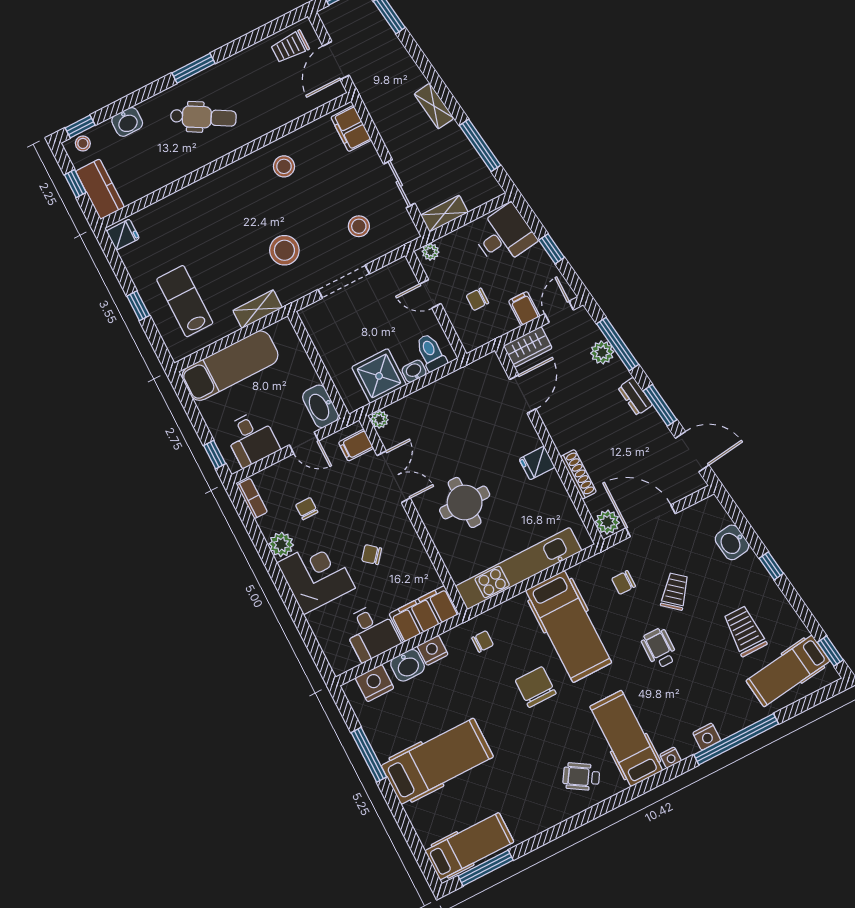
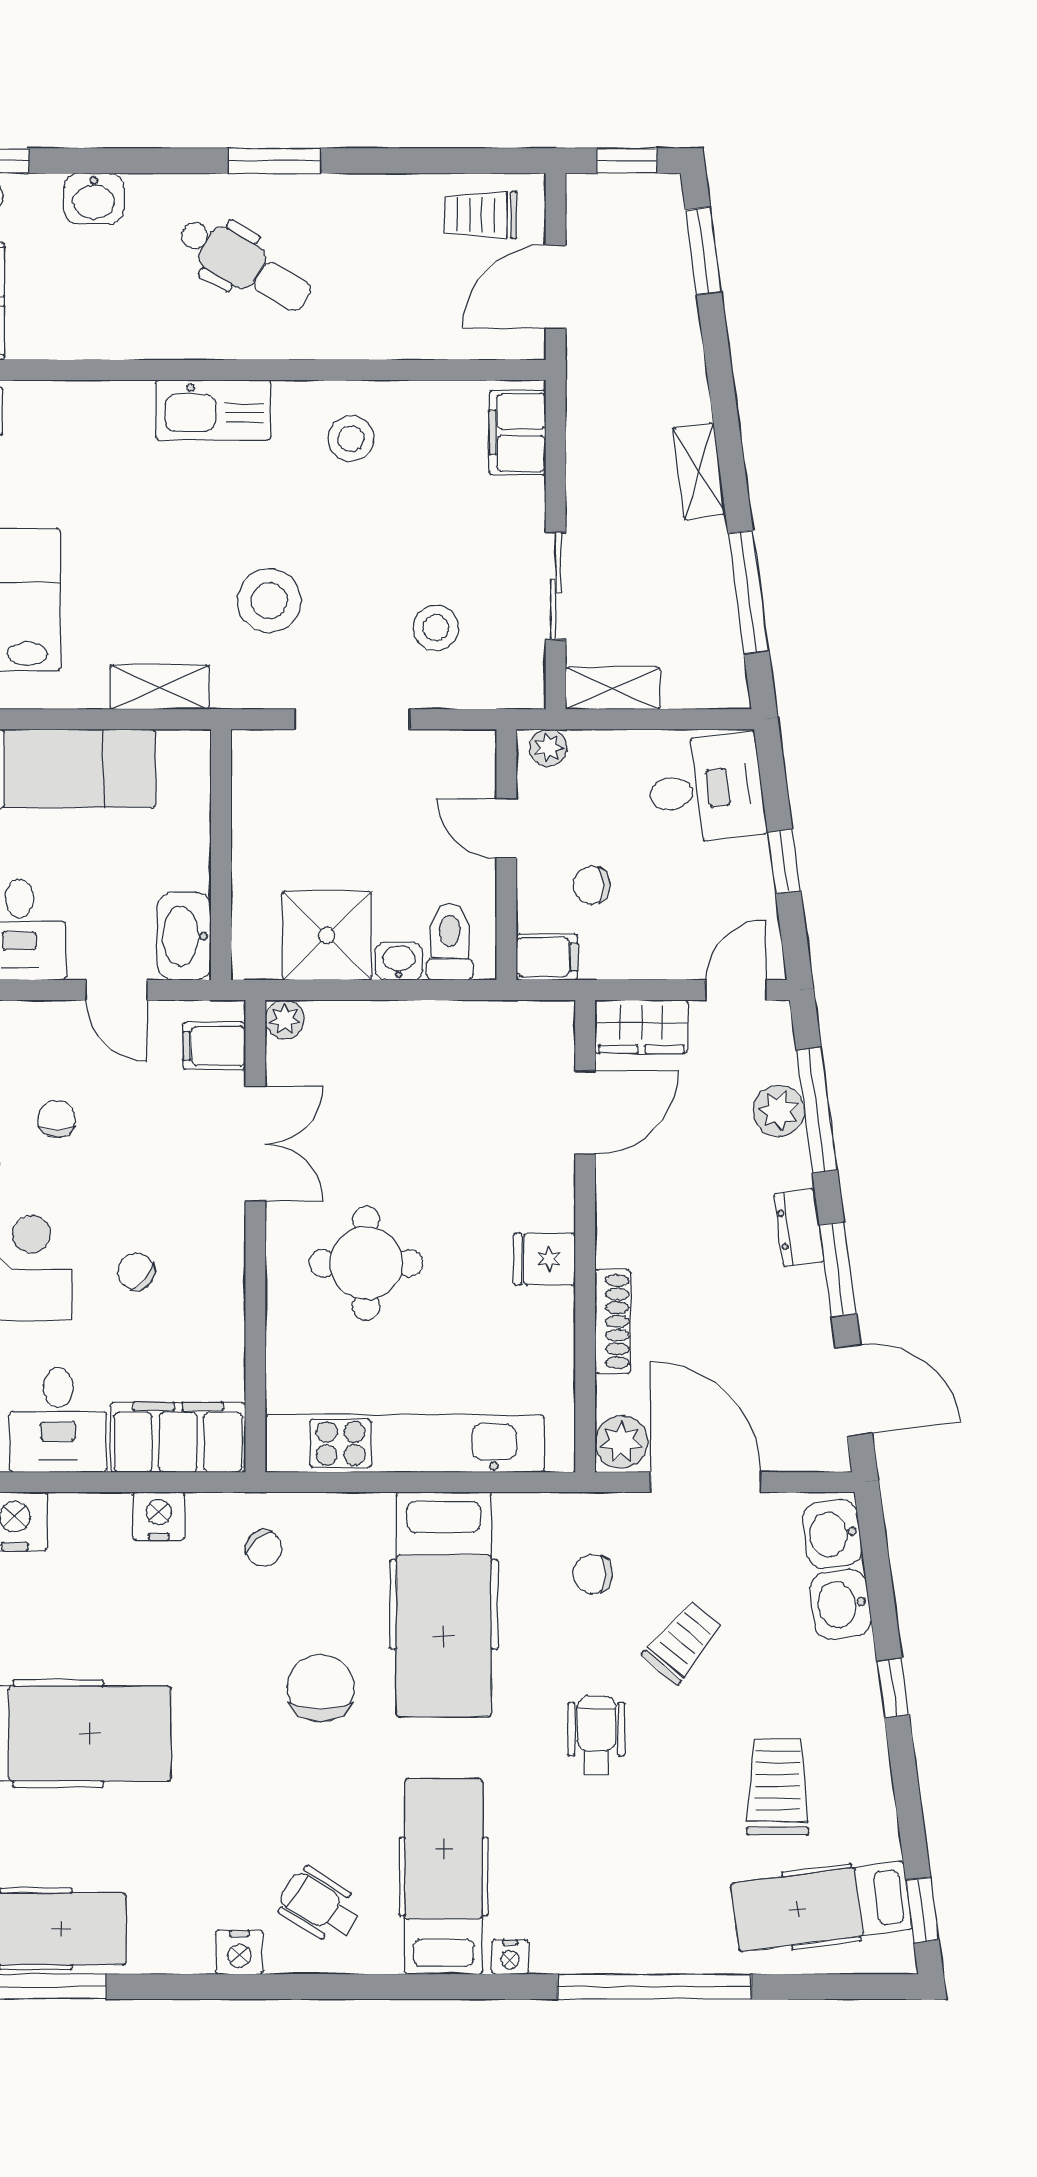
kitchen sink: (221, 184) -> (213, 410), added
filing cabinet: (524, 309) -> (547, 957), moved, turned 90
chair: (483, 641) -> (264, 1548), turned 49
washbasin: (408, 665) -> (832, 1534), moved, turned 82
nightstand: (707, 737) -> (239, 1952), moved

